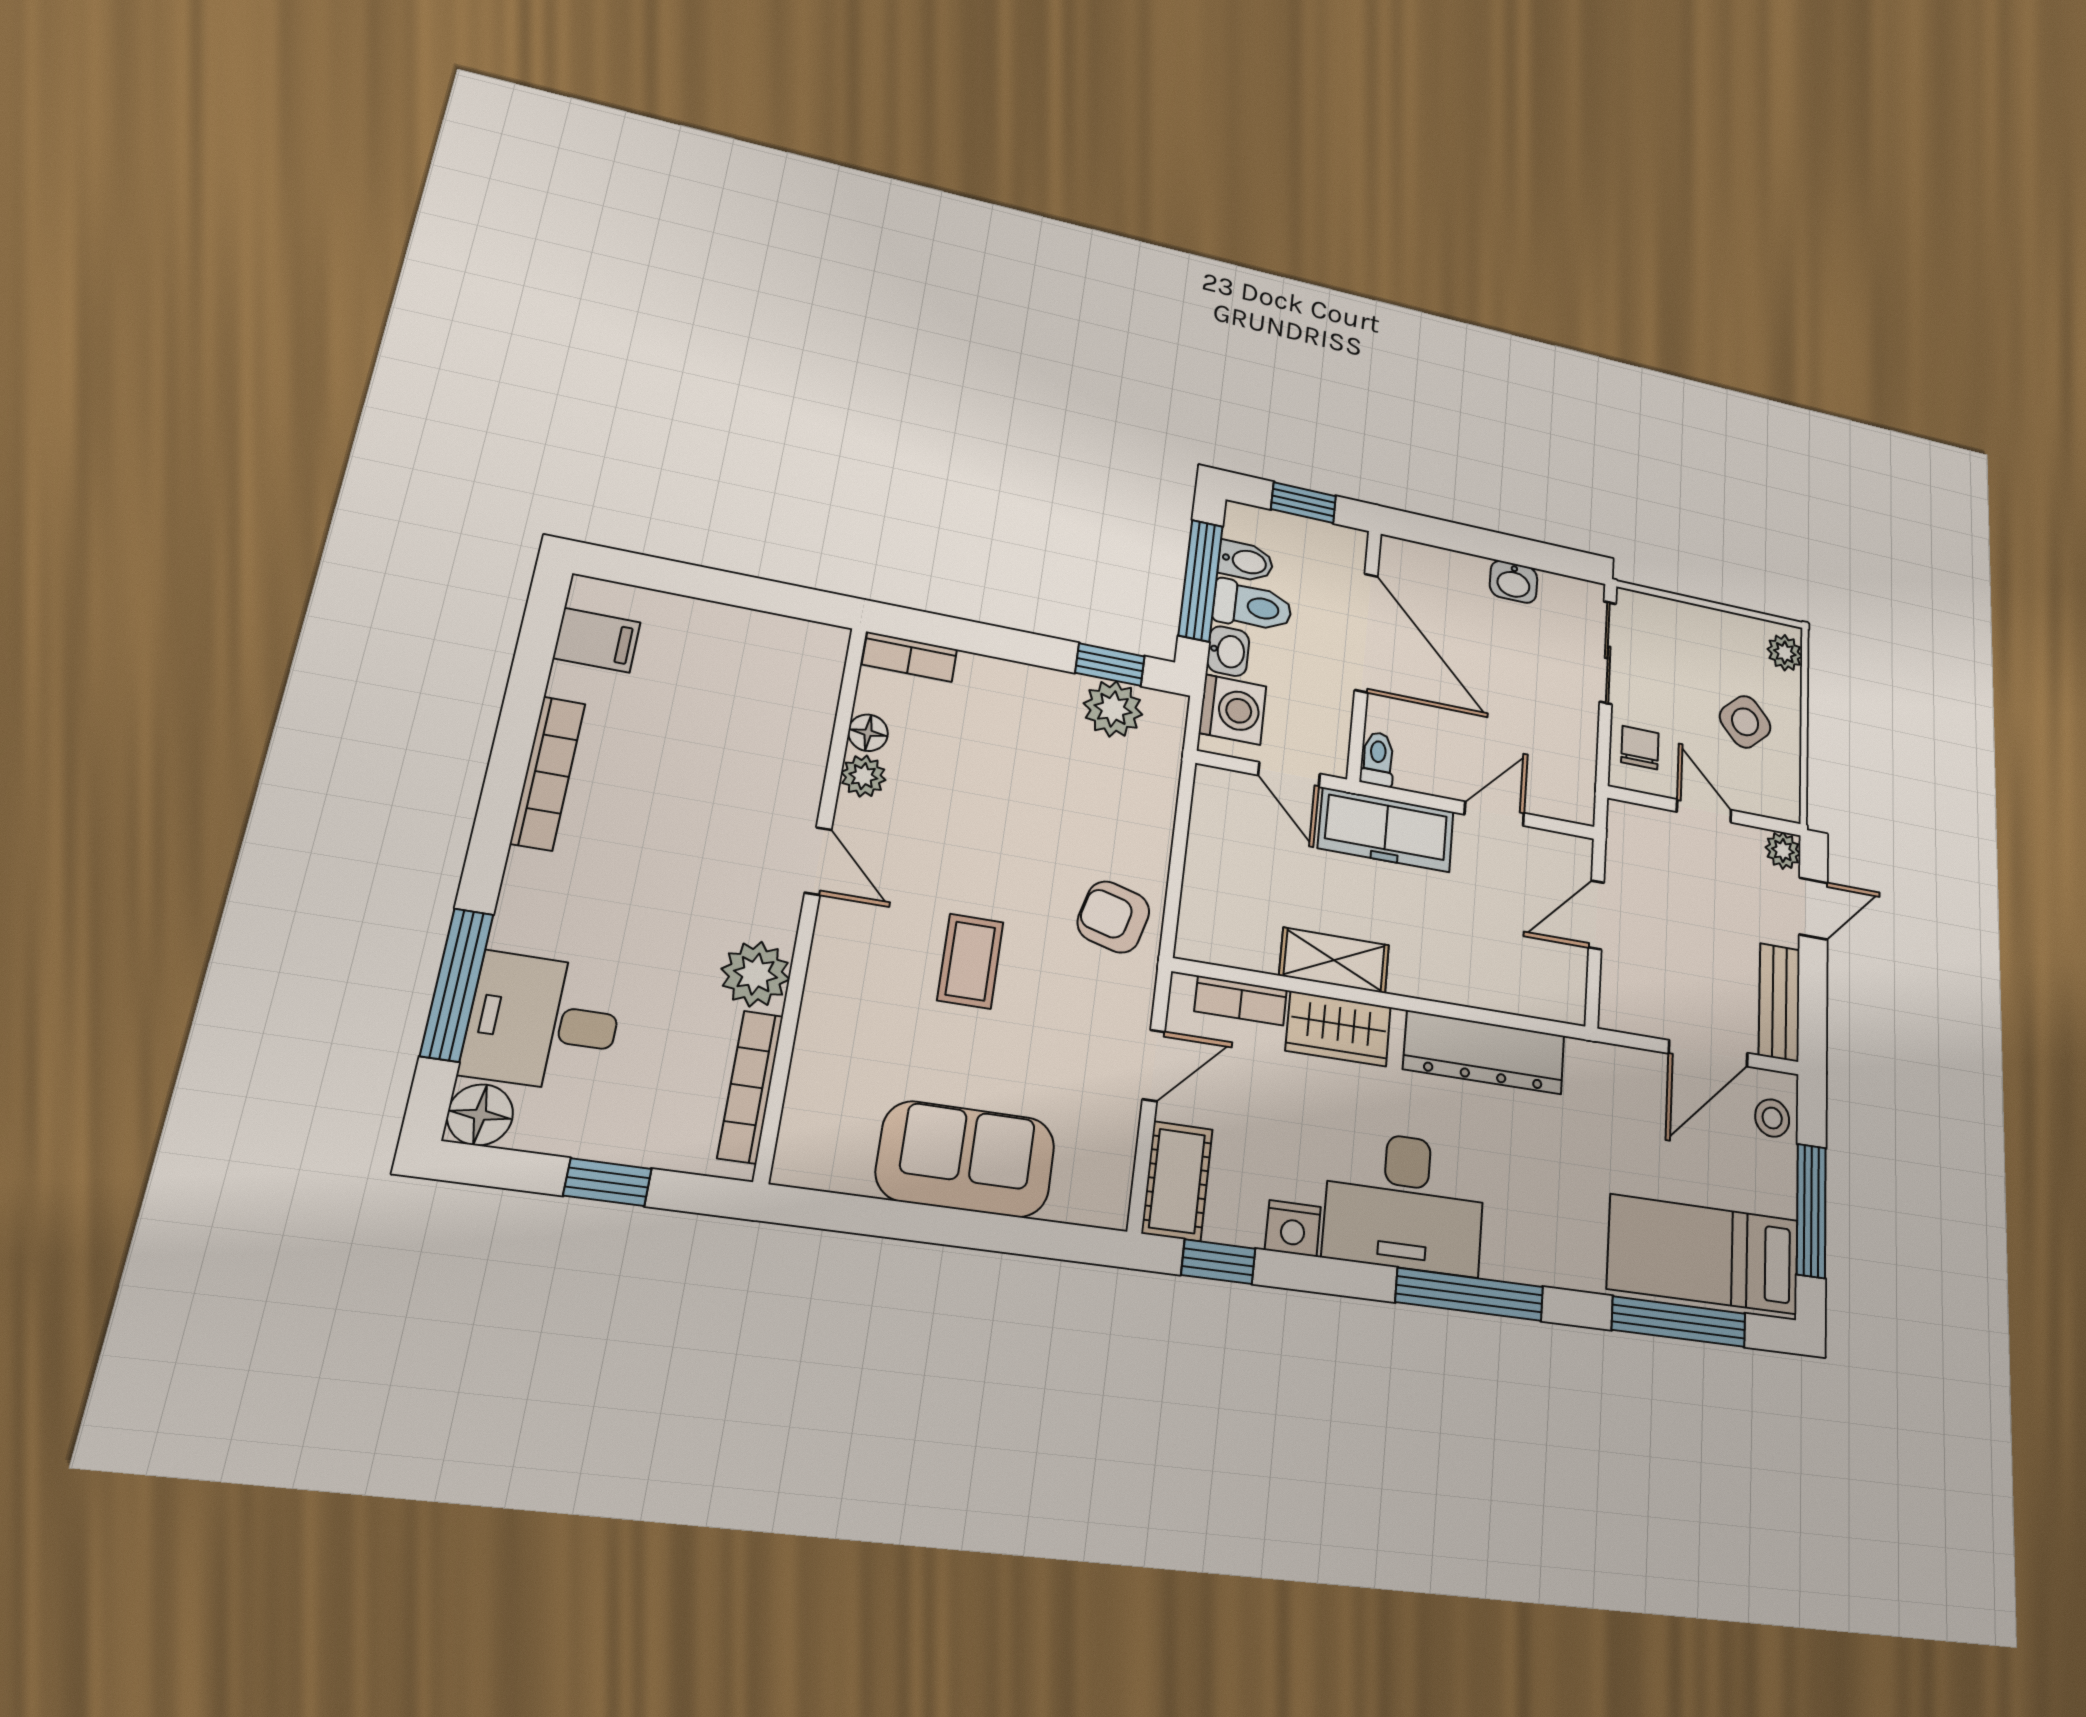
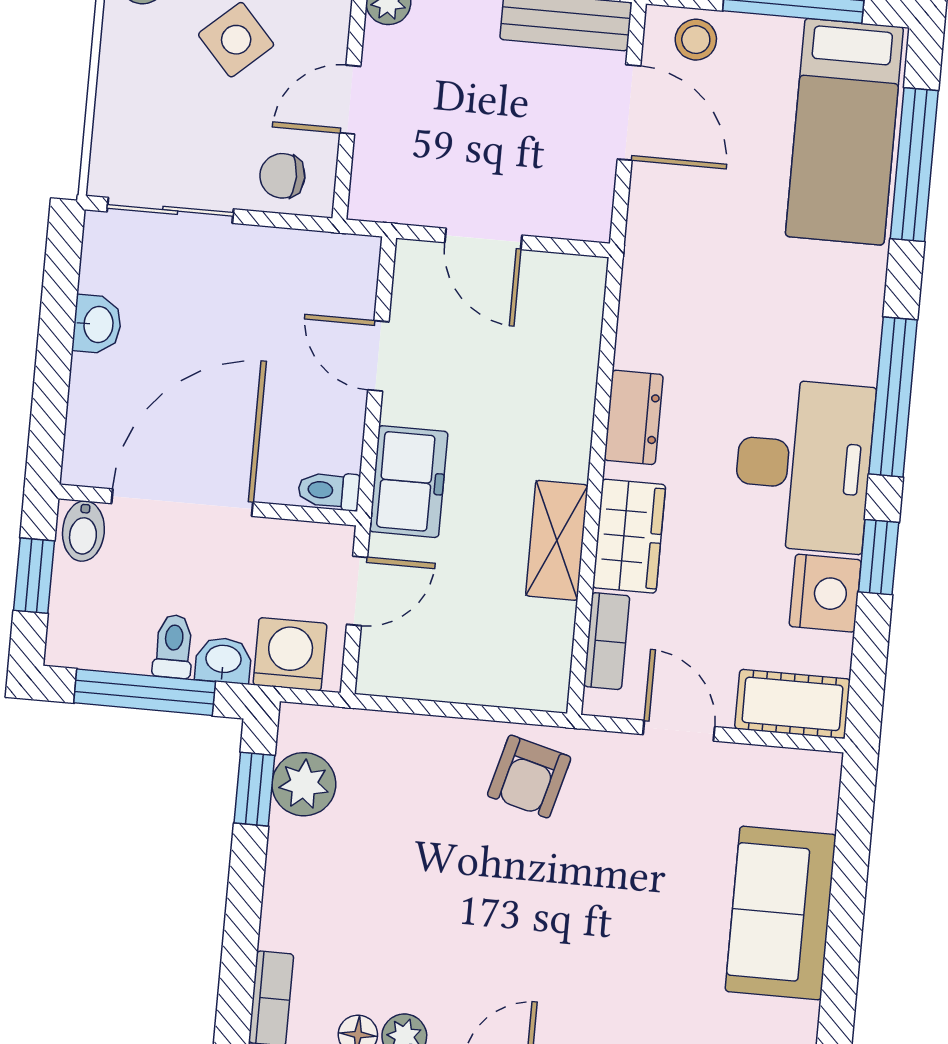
bidet: (1246, 561) -> (83, 531), moved, turned 180
toilet: (1252, 606) -> (173, 646), width x0.73, depth x0.72
freezer: (1386, 830) -> (409, 482), width x0.71
coffee table: (970, 961) -> (586, 919), removed
dresser: (1484, 1052) -> (634, 417), width x0.51, depth x0.80
nightstand: (1293, 1228) -> (825, 593), width x1.36, depth x1.33
window: (1218, 1262) -> (879, 557), moved

